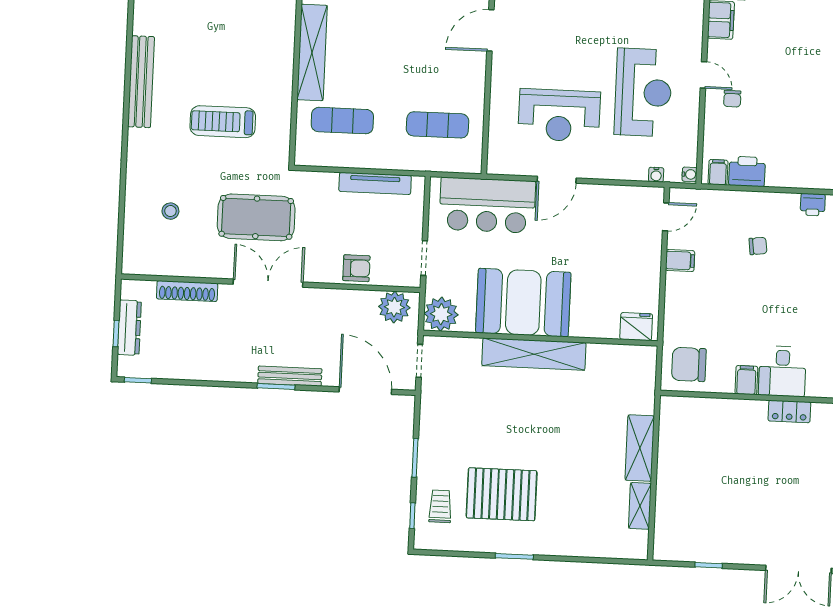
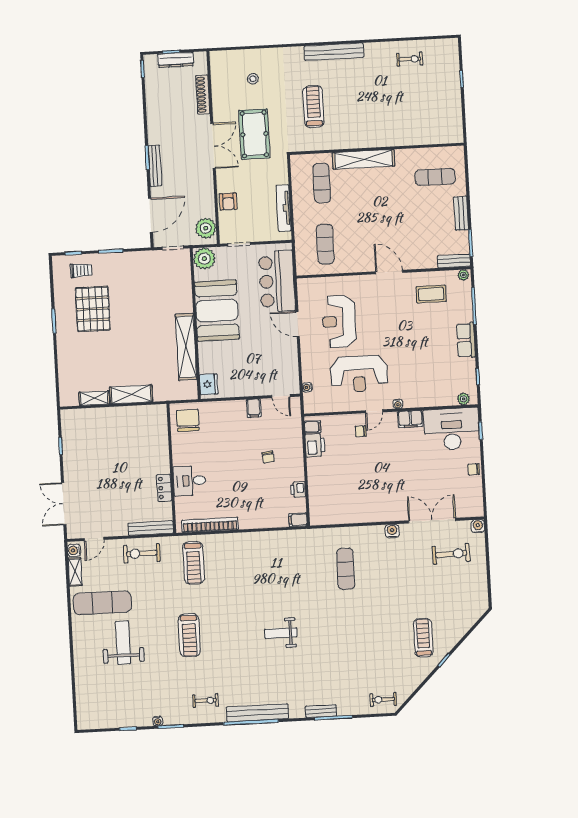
water cooler: (689, 174) -> (398, 404), moved
shelving: (534, 354) -> (186, 347), moved
filing cabinet: (746, 380) -> (181, 458), removed

